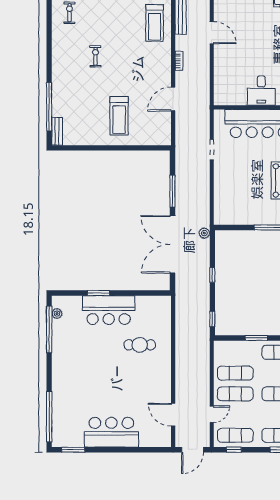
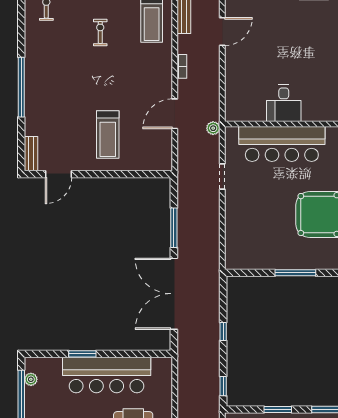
door: (212, 33) -> (222, 32), hinge flipped
exercise bike: (95, 56) -> (100, 32), moved
window: (49, 107) -> (21, 87), moved
door: (79, 148) -> (59, 174), added
plant: (204, 233) -> (213, 128), moved
bar counter: (109, 310) -> (107, 375), width x1.36

